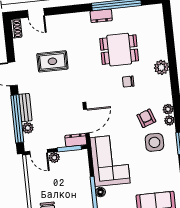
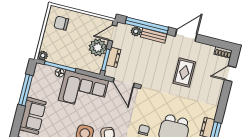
dresser: (76, 140) -> (114, 57), moved
plant: (54, 158) -> (98, 48), width x1.87, depth x1.87

